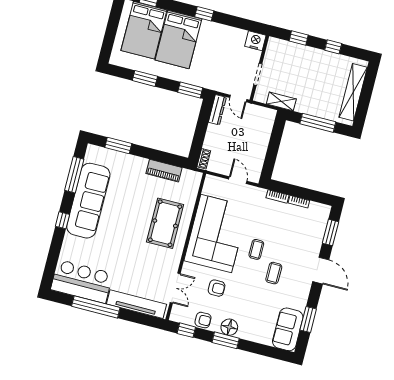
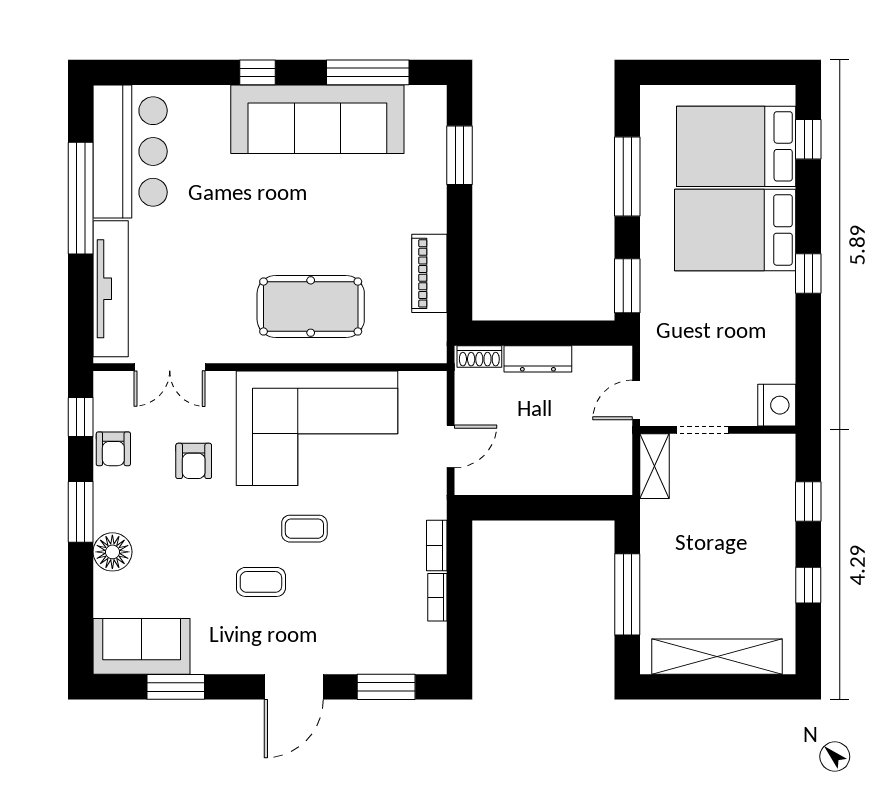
window: (145, 78) -> (627, 177), width x1.44
shelving: (281, 101) -> (654, 466), moved
dresser: (217, 110) -> (538, 359), moved
floor lamp: (229, 327) -> (112, 552), moved

